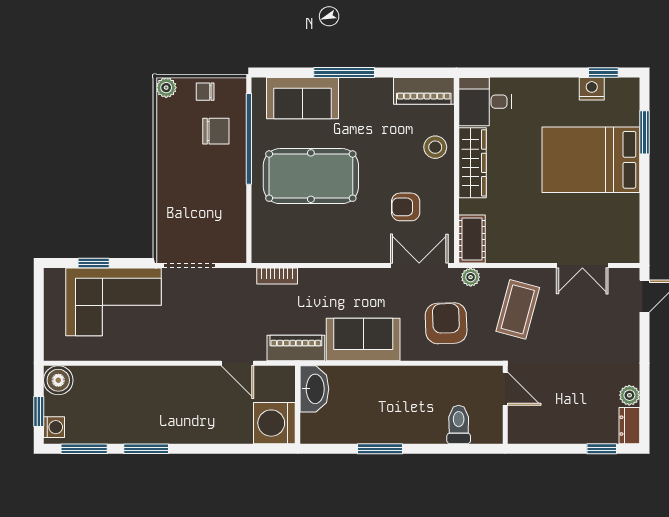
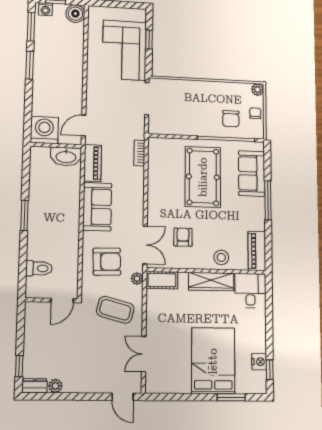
washbasin: (314, 389) -> (66, 157), moved
wall: (298, 405) -> (56, 145), moved
washing machine: (274, 423) -> (44, 130), moved

